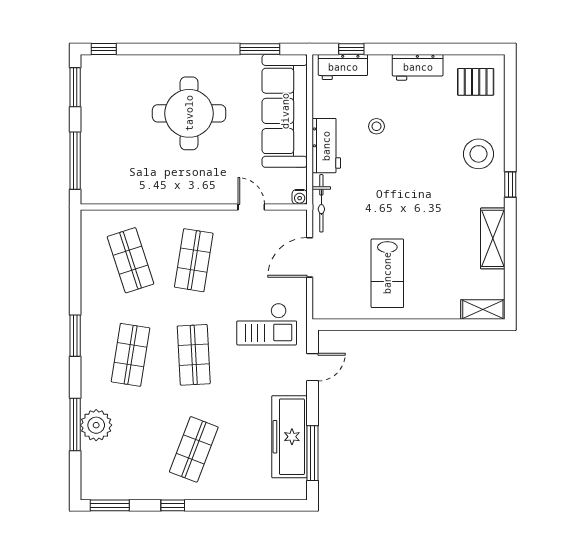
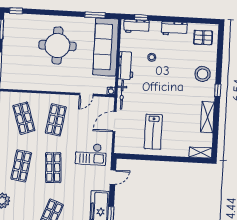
door: (251, 207) -> (86, 95), swing flipped

